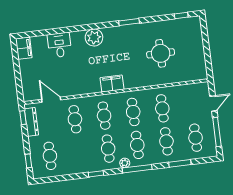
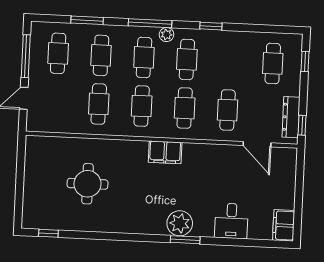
window: (129, 22) -> (185, 240), moved

